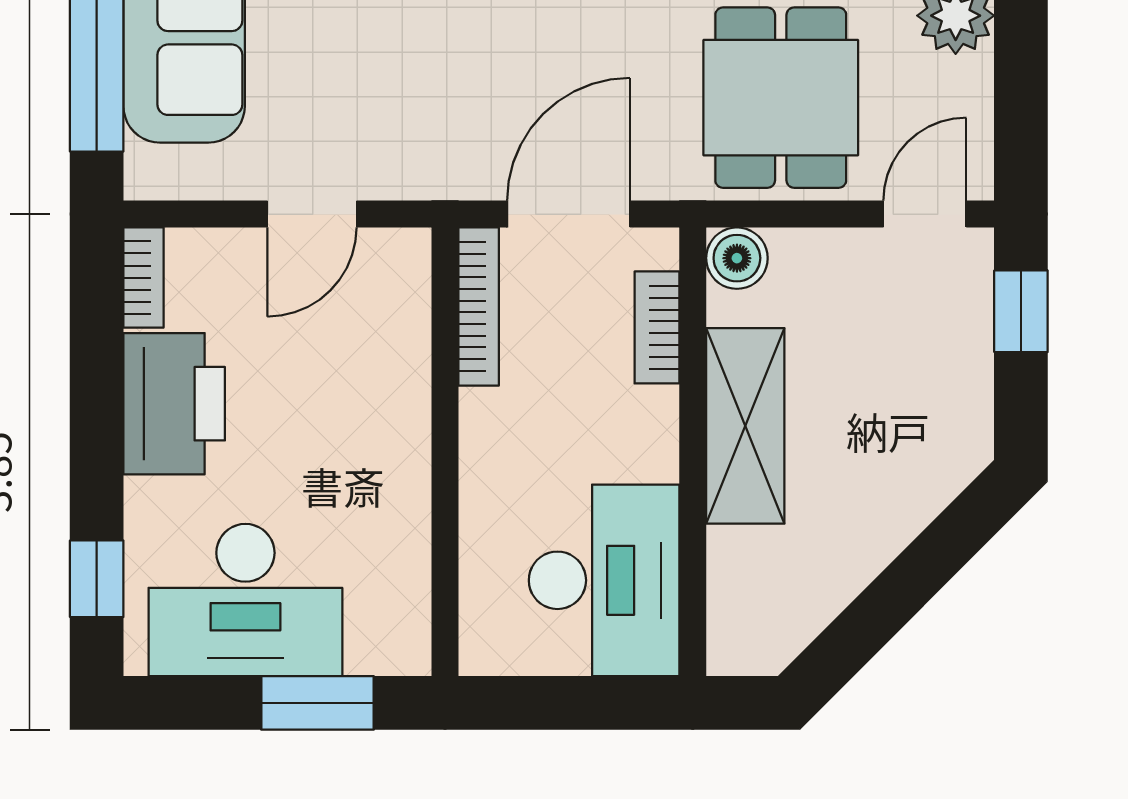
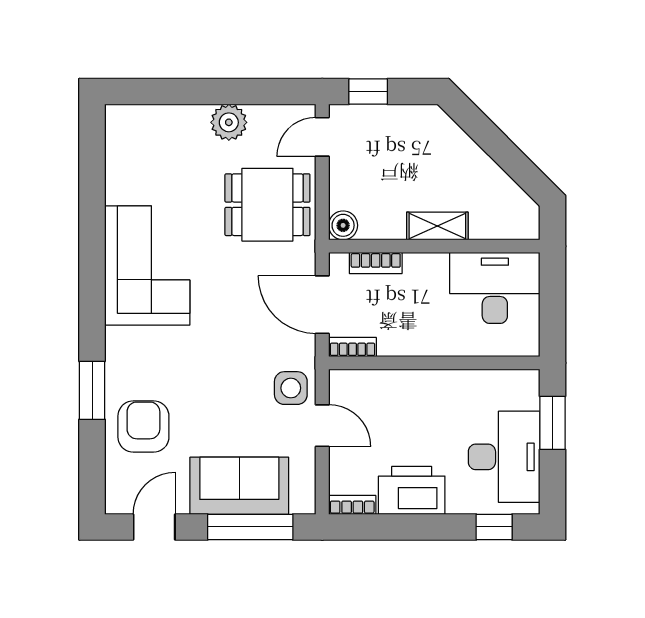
side table: (392, 147) -> (291, 388), added
door: (925, 214) -> (322, 137), hinge flipped
bookcase: (479, 307) -> (352, 347), width x0.64
shelving: (745, 426) -> (437, 226), width x0.67, depth x0.75

